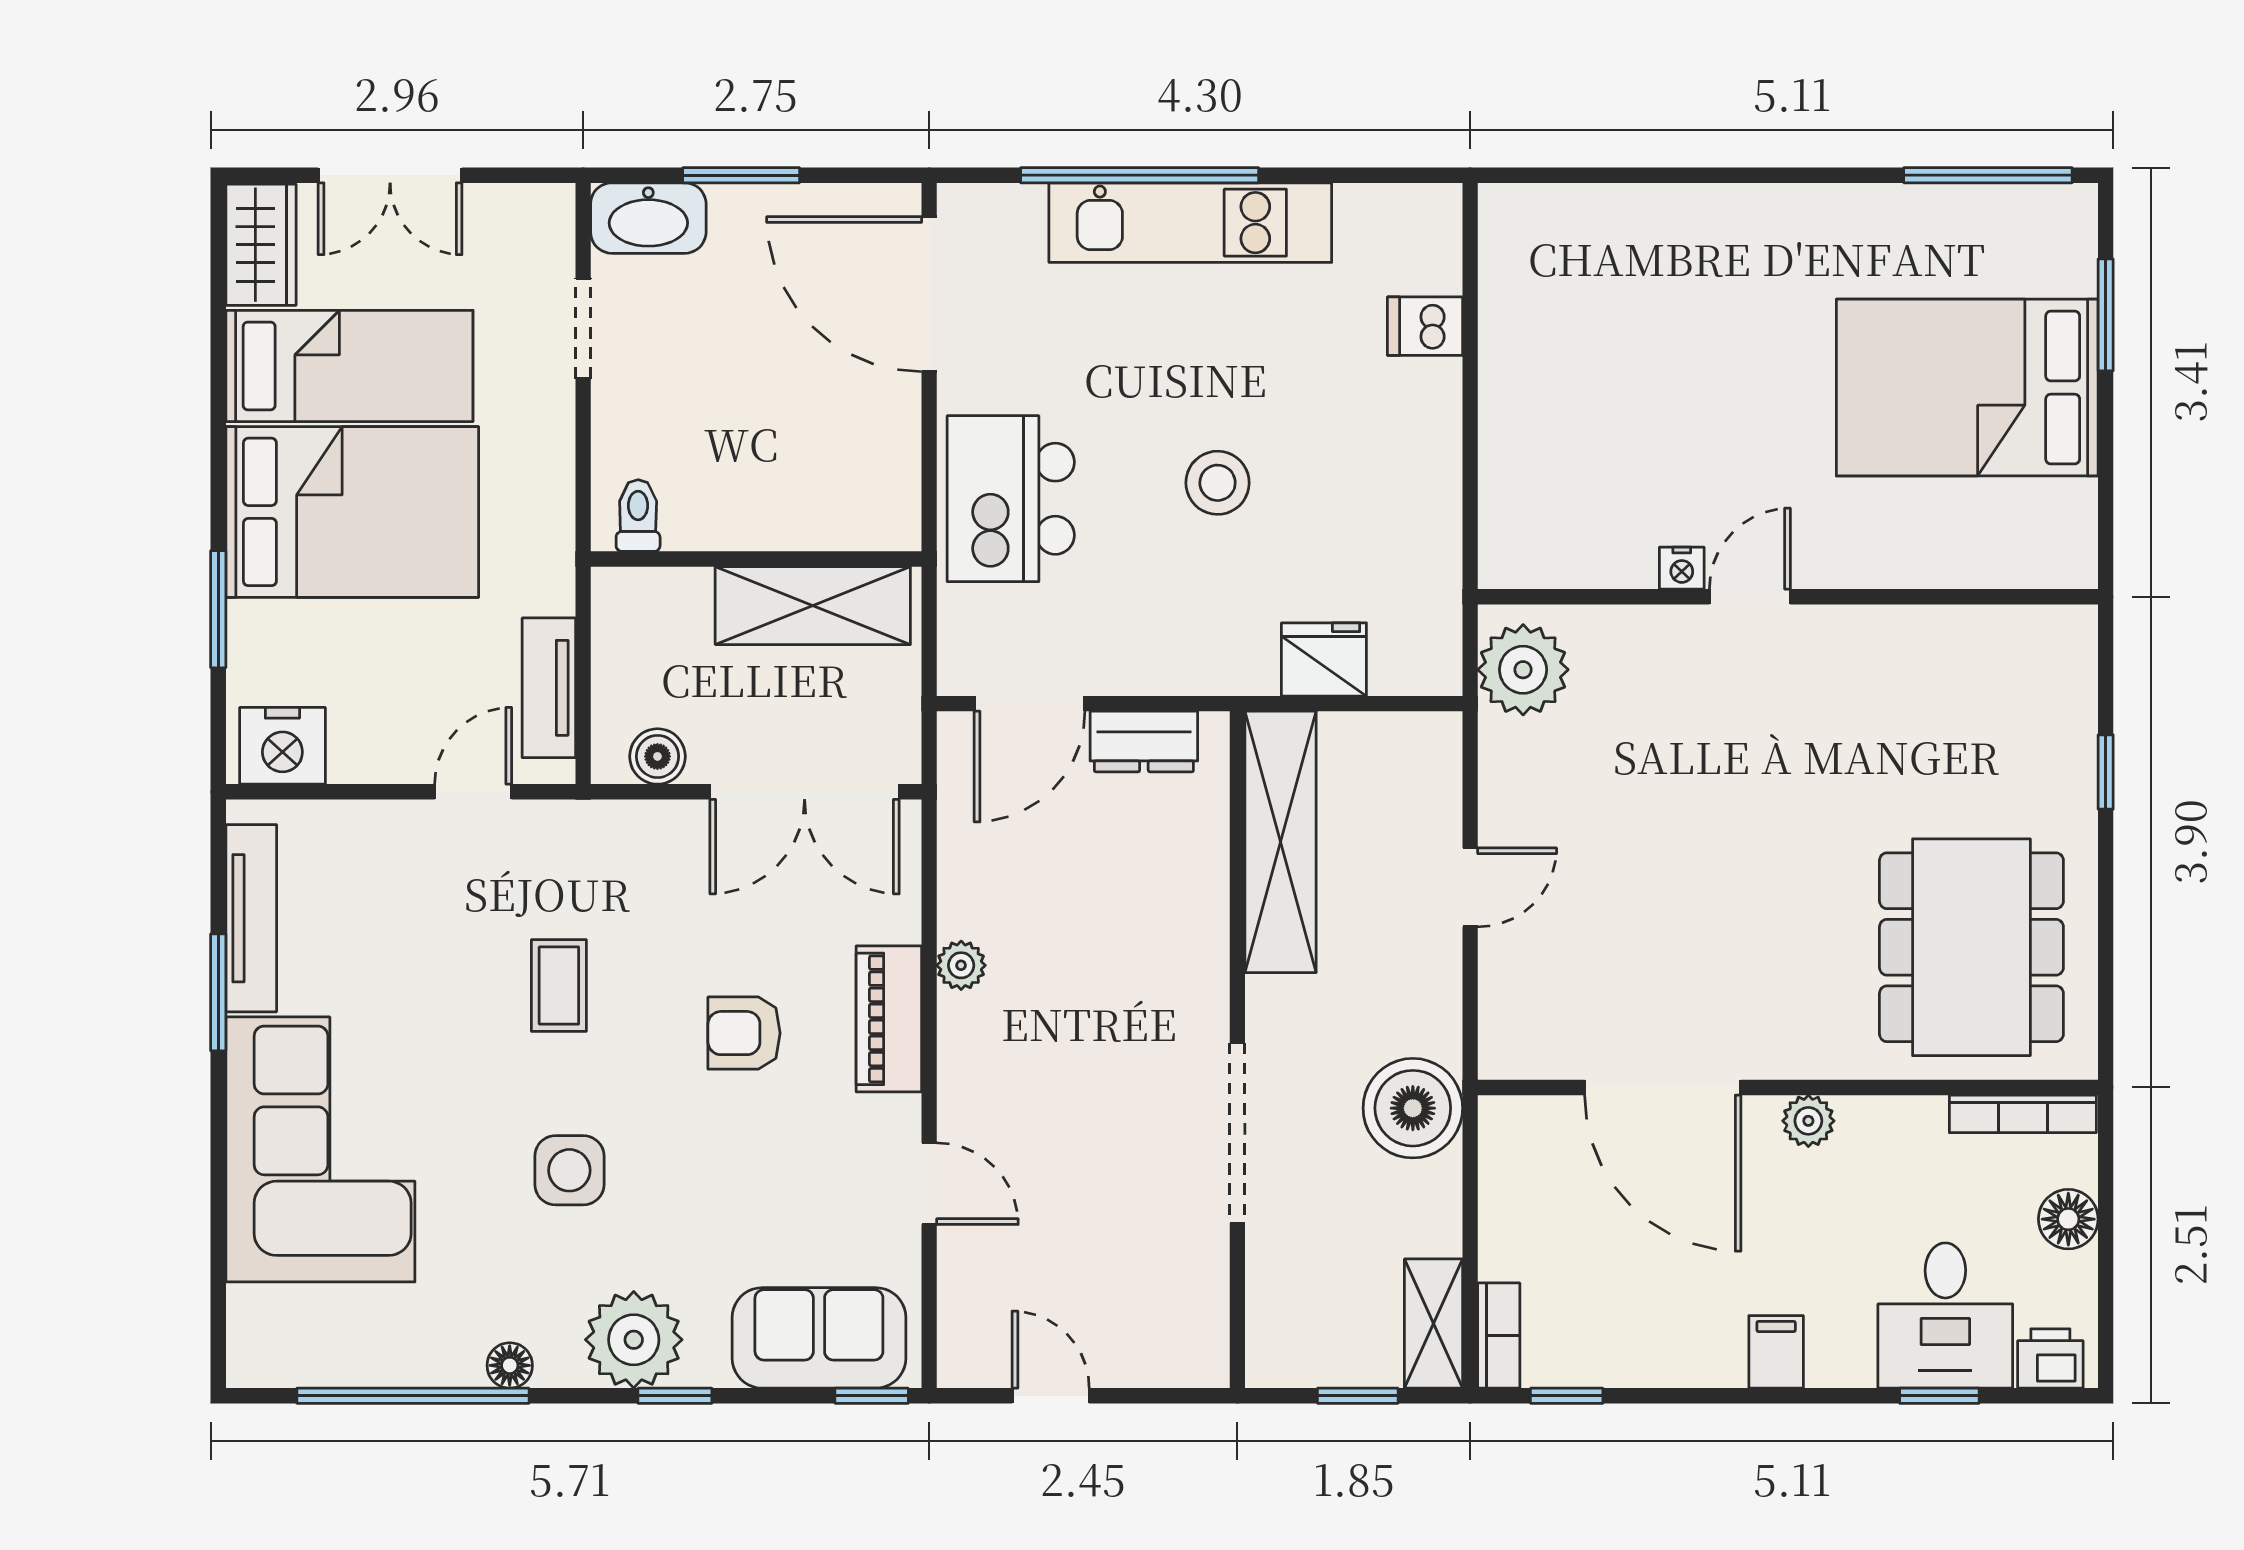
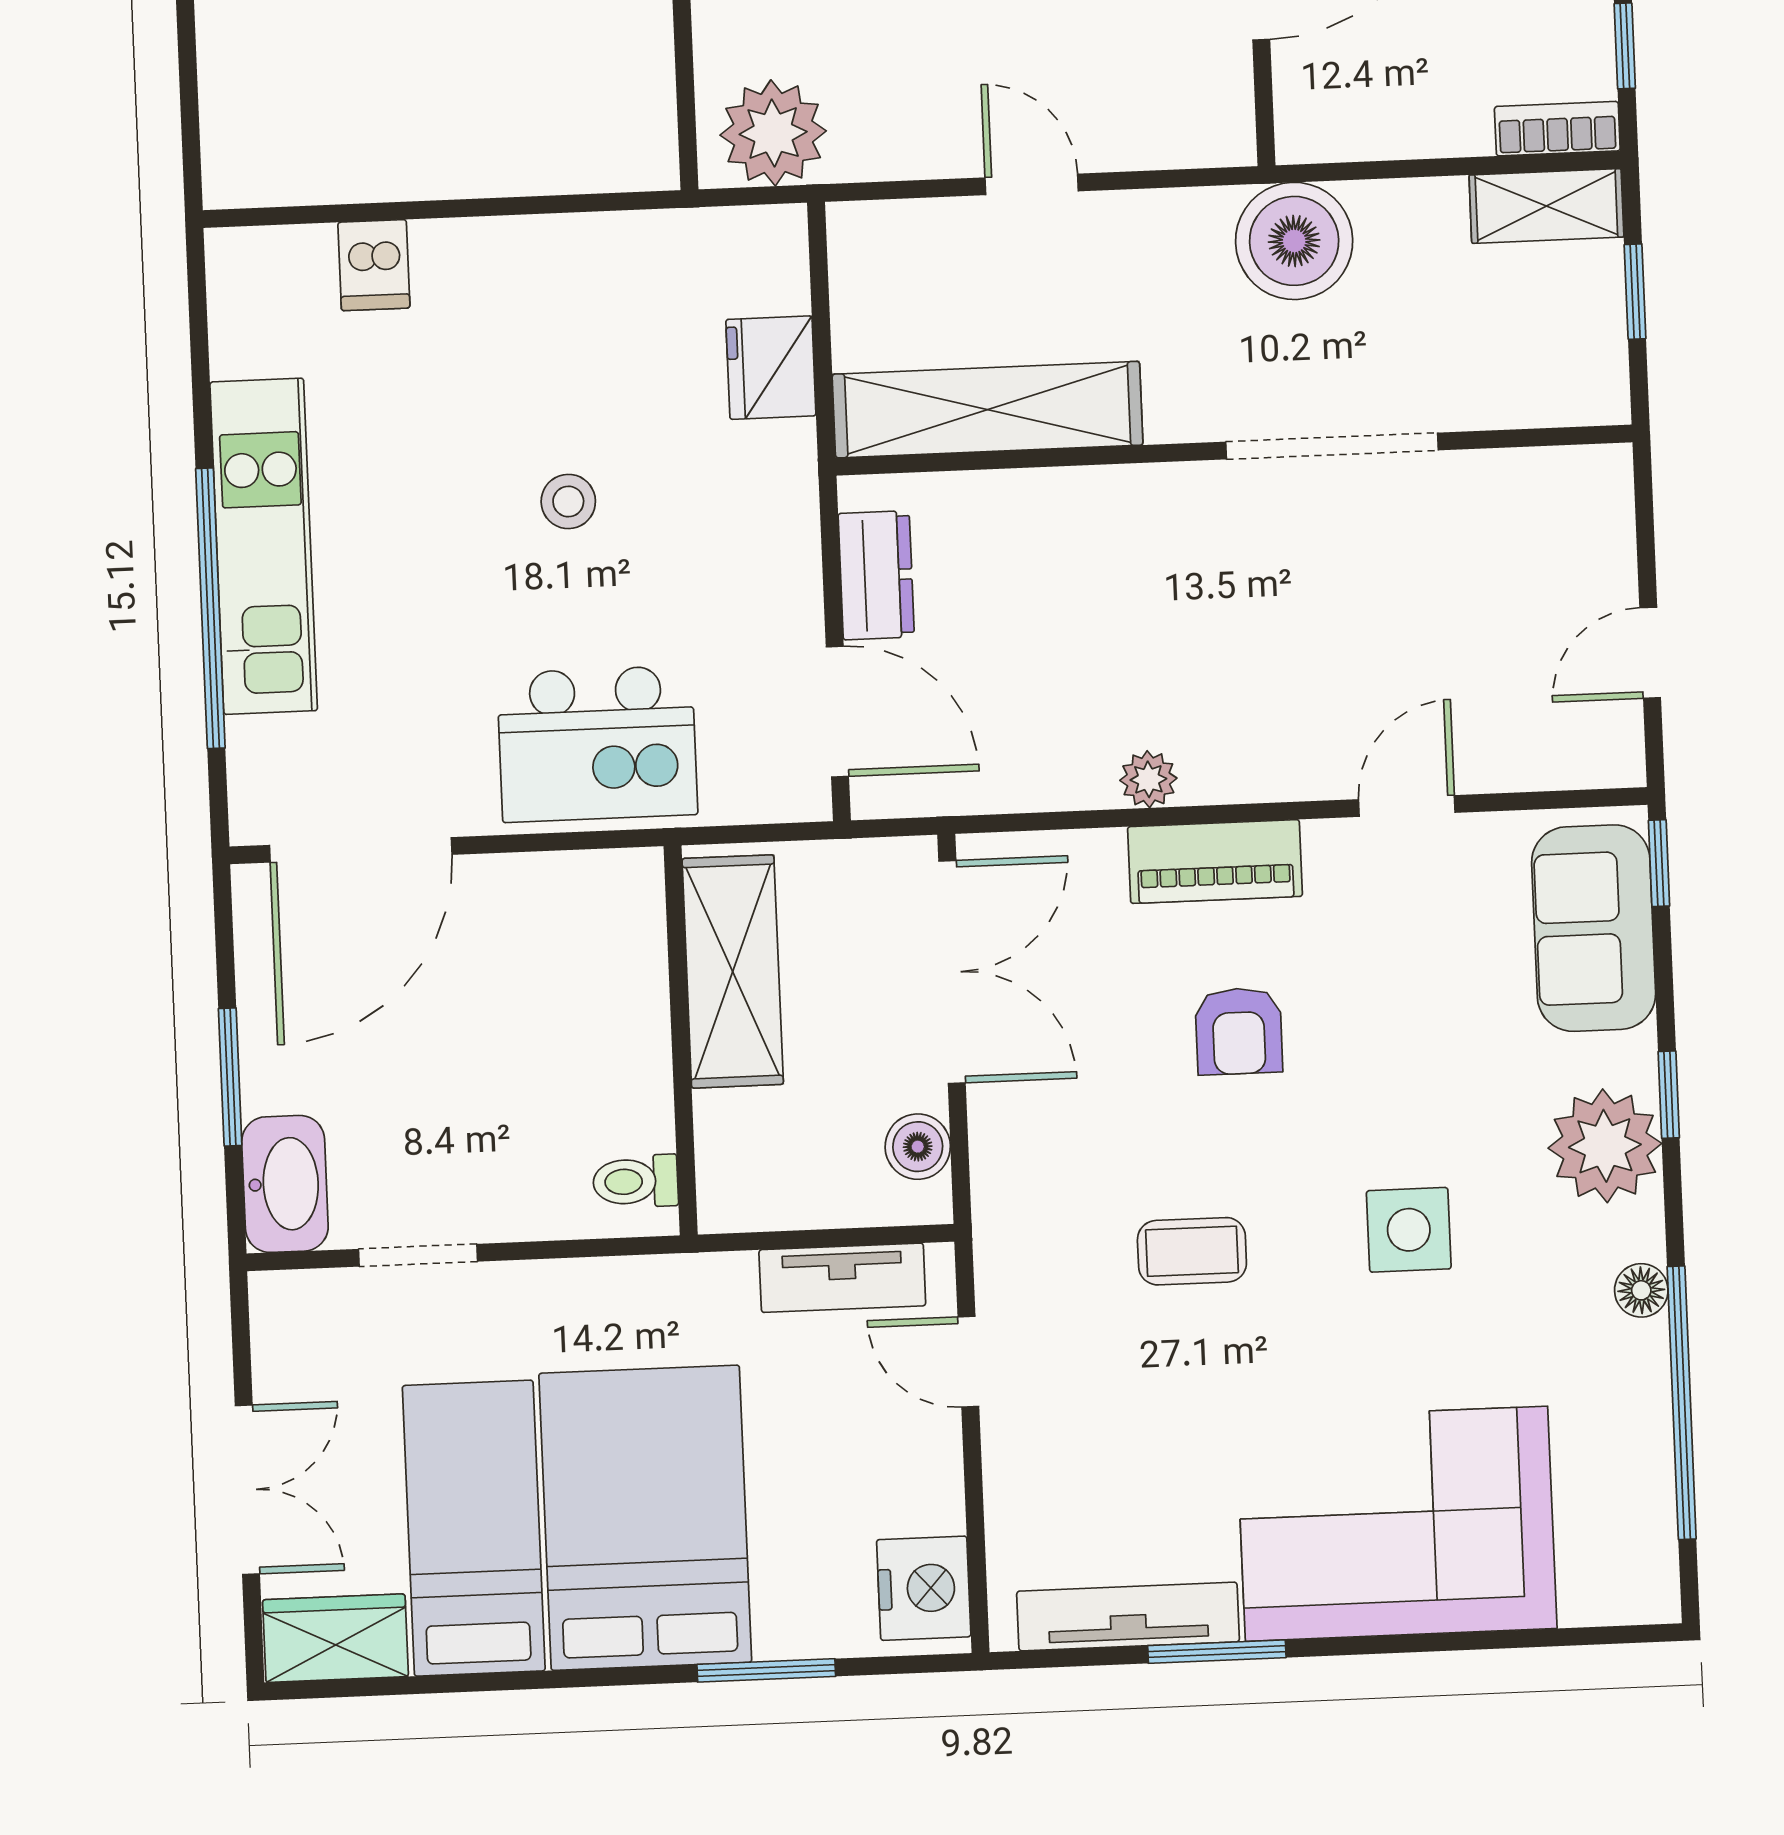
stool: (1218, 483) -> (568, 501), width x0.73, depth x0.73

